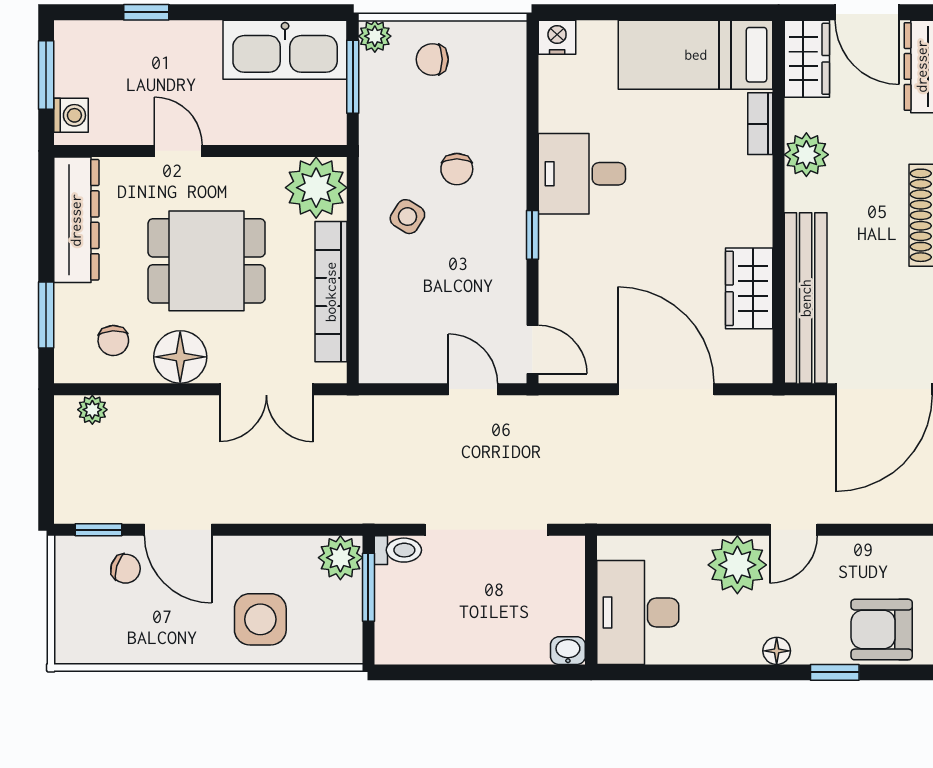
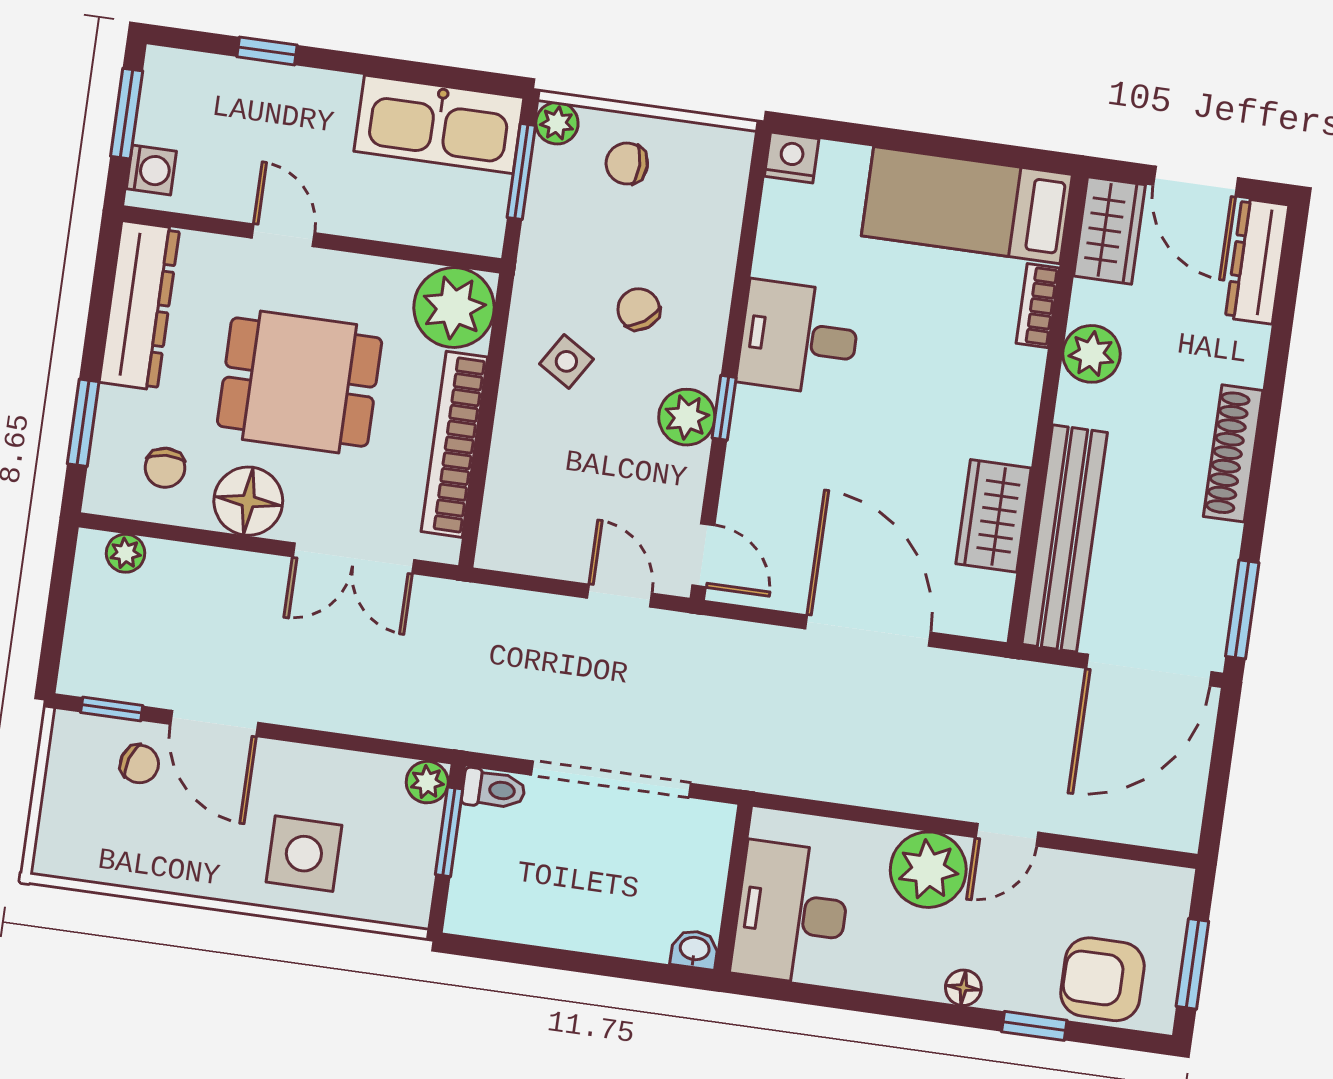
chair: (457, 169) -> (639, 309), turned 144
plant: (505, 246) -> (687, 417), added
plant: (340, 558) -> (427, 782), width x0.73, depth x0.73

